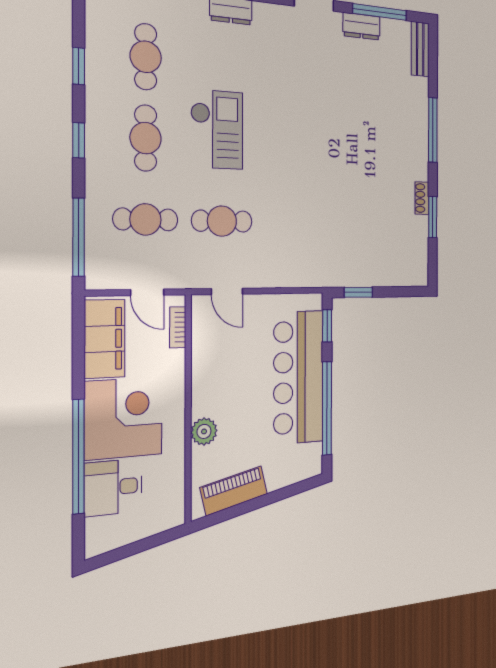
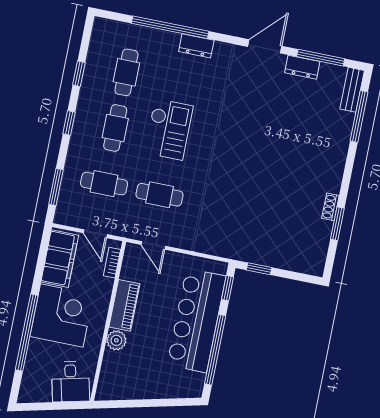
window: (433, 130) -> (359, 116), moved
window: (79, 237) -> (56, 187), width x0.69
desk: (113, 487) -> (71, 382), moved, turned -103
piano: (234, 491) -> (124, 305), moved, turned 103

